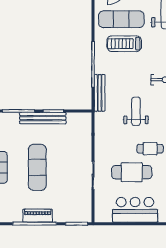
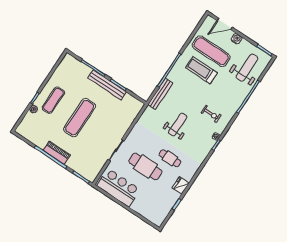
bar counter: (135, 210) -> (118, 188), moved

